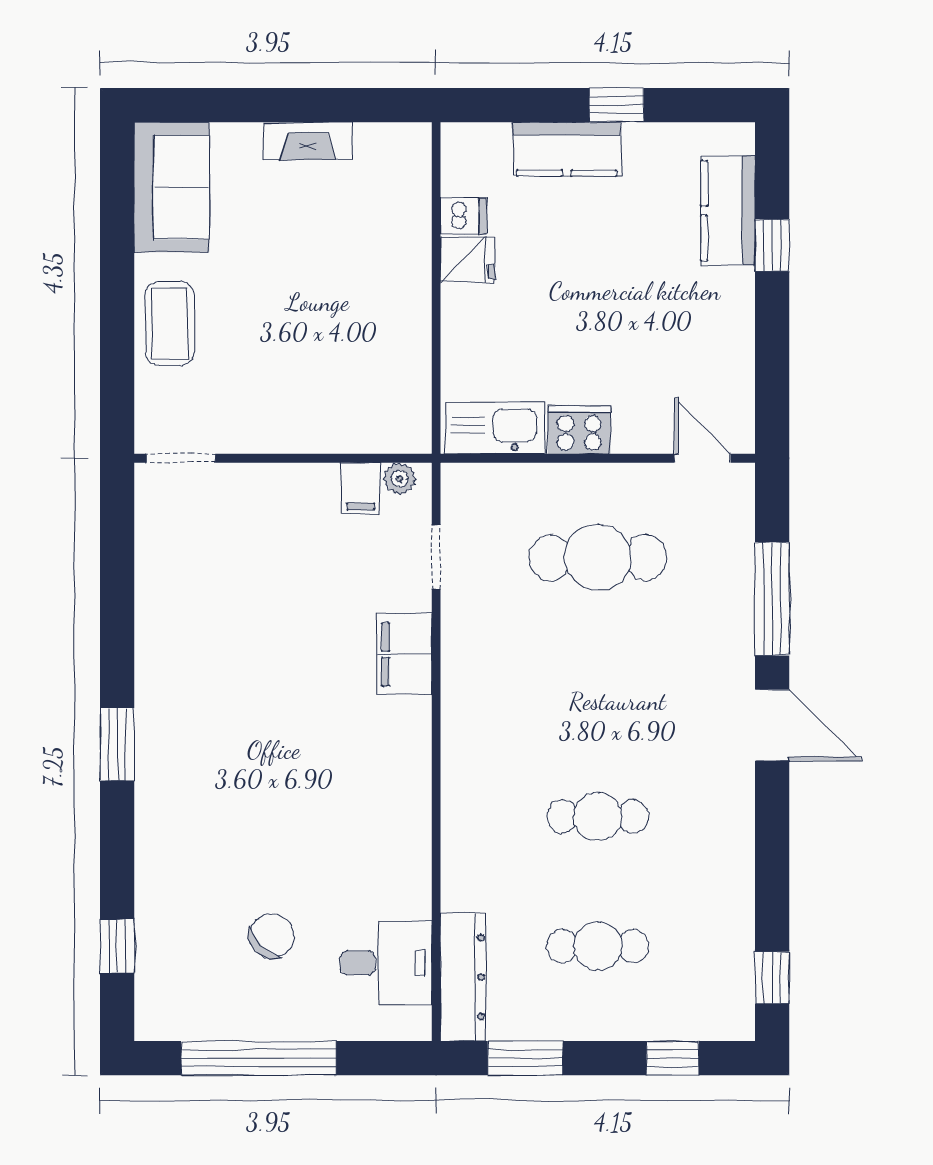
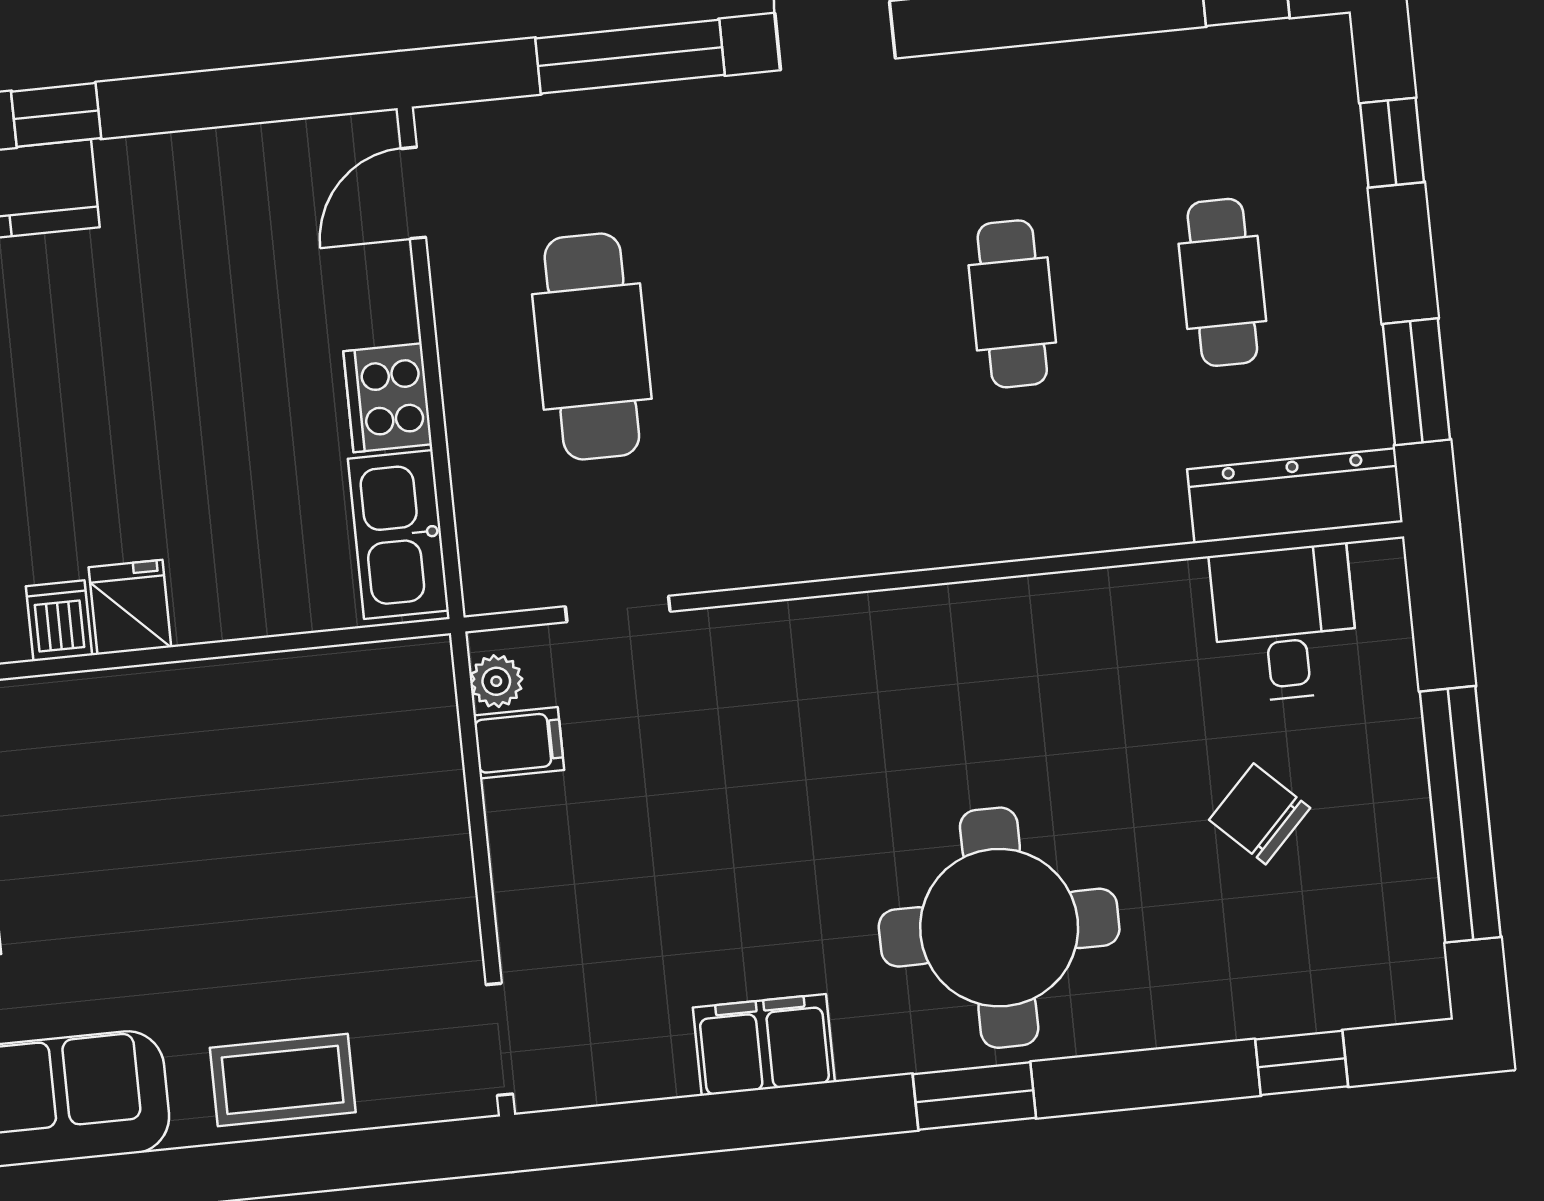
filing cabinet: (405, 654) -> (764, 1045), moved, turned 180
round table: (218, 770) -> (999, 928), added

